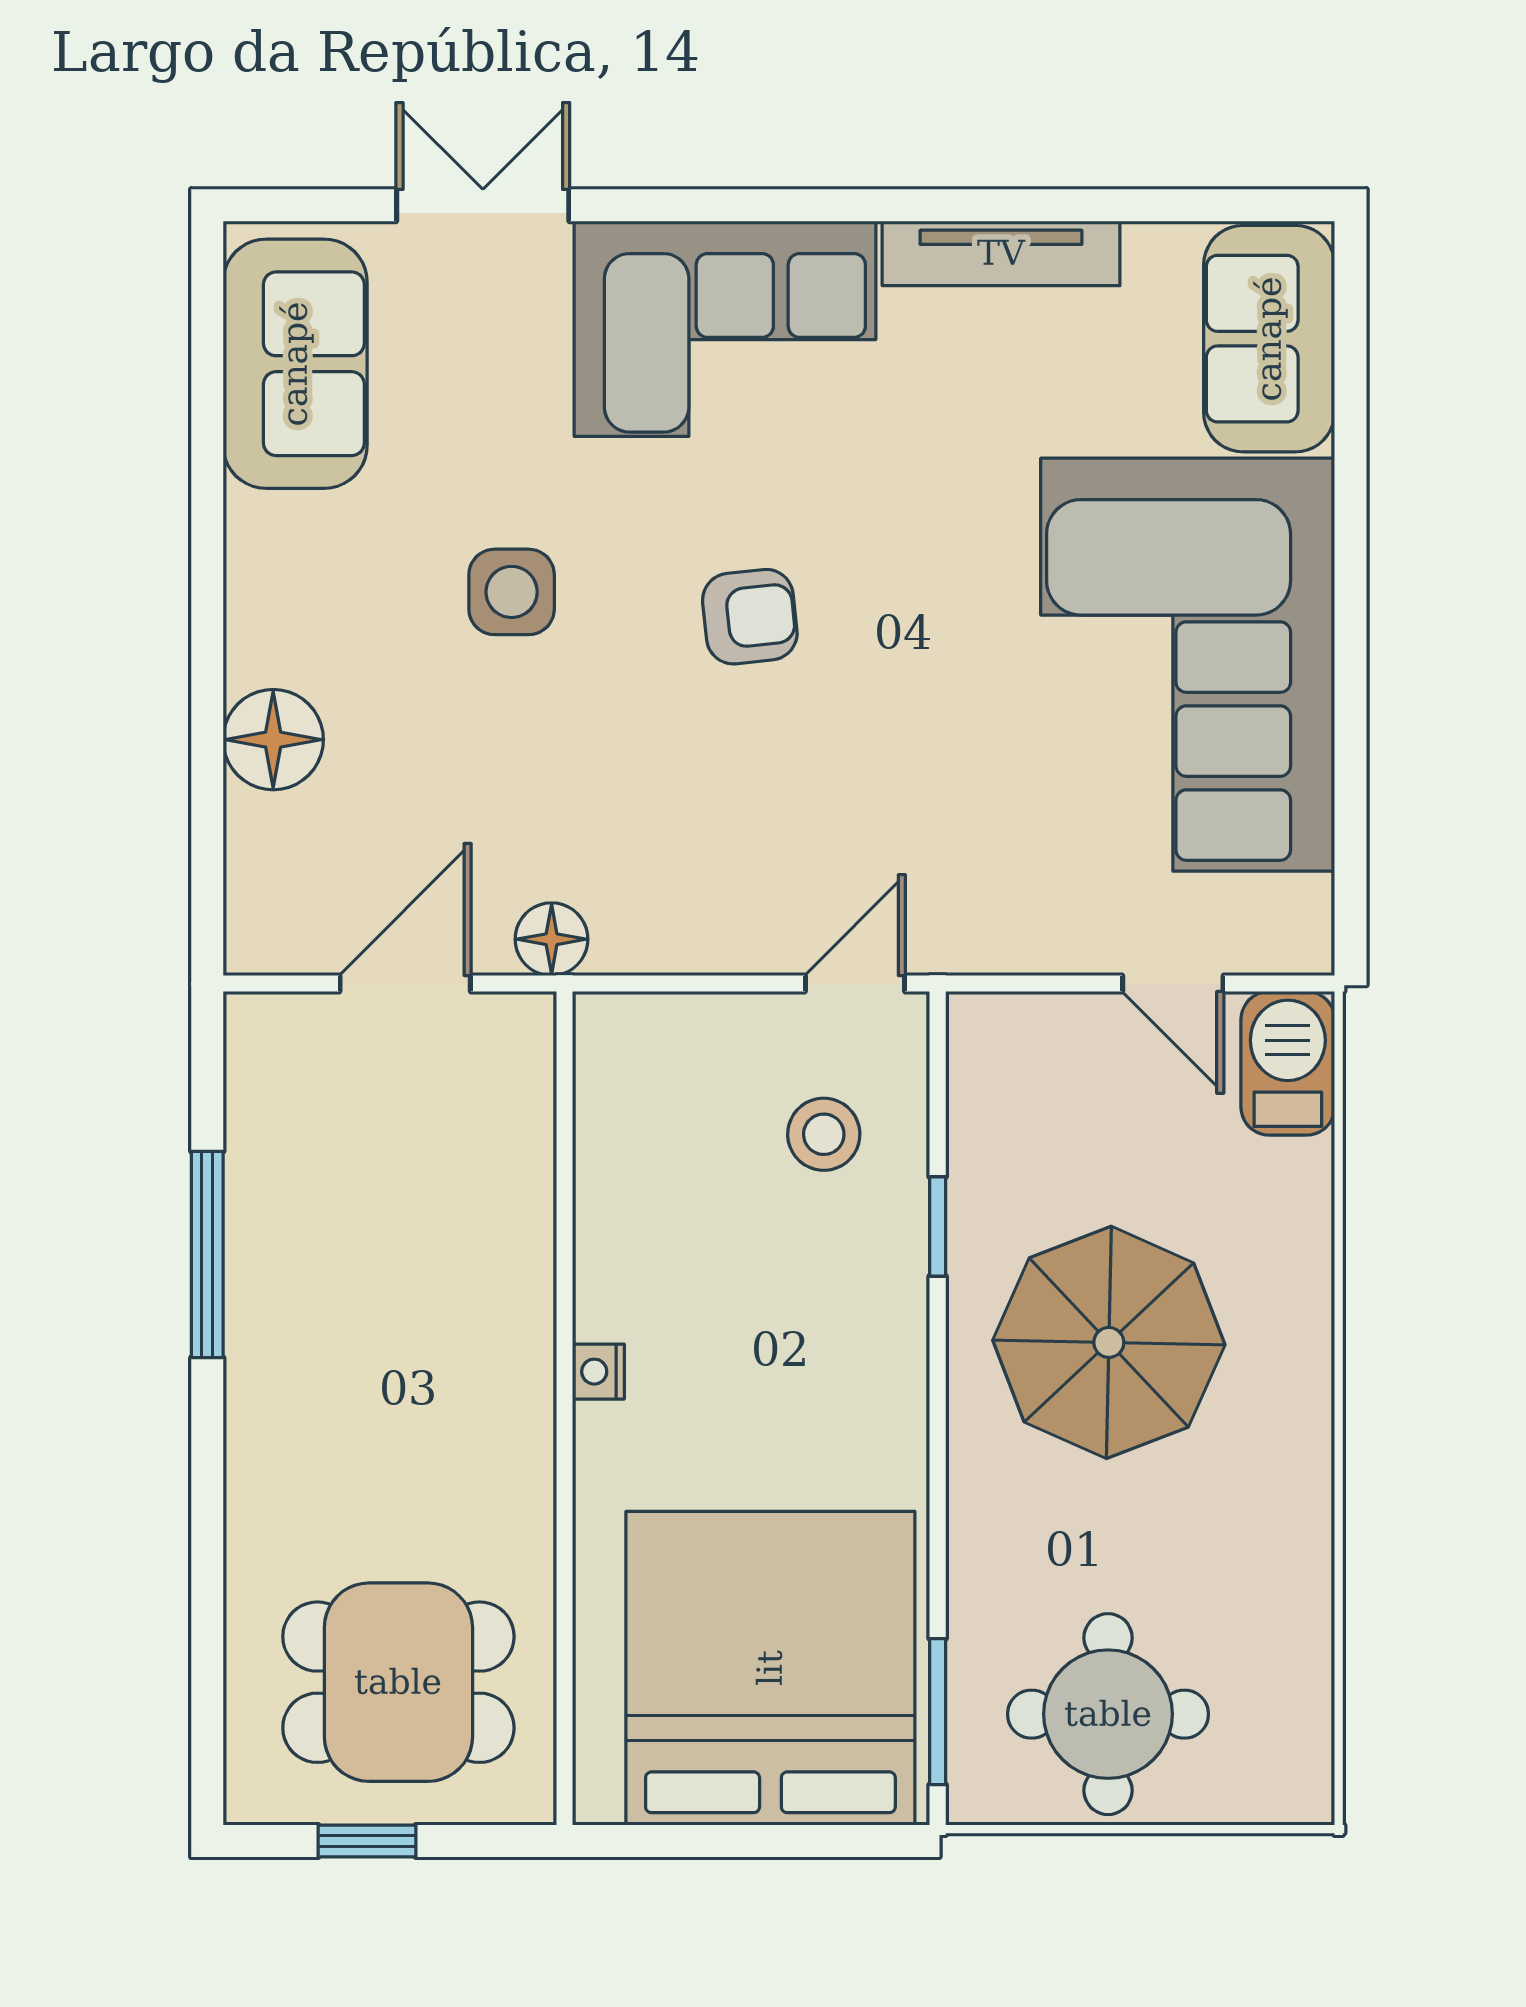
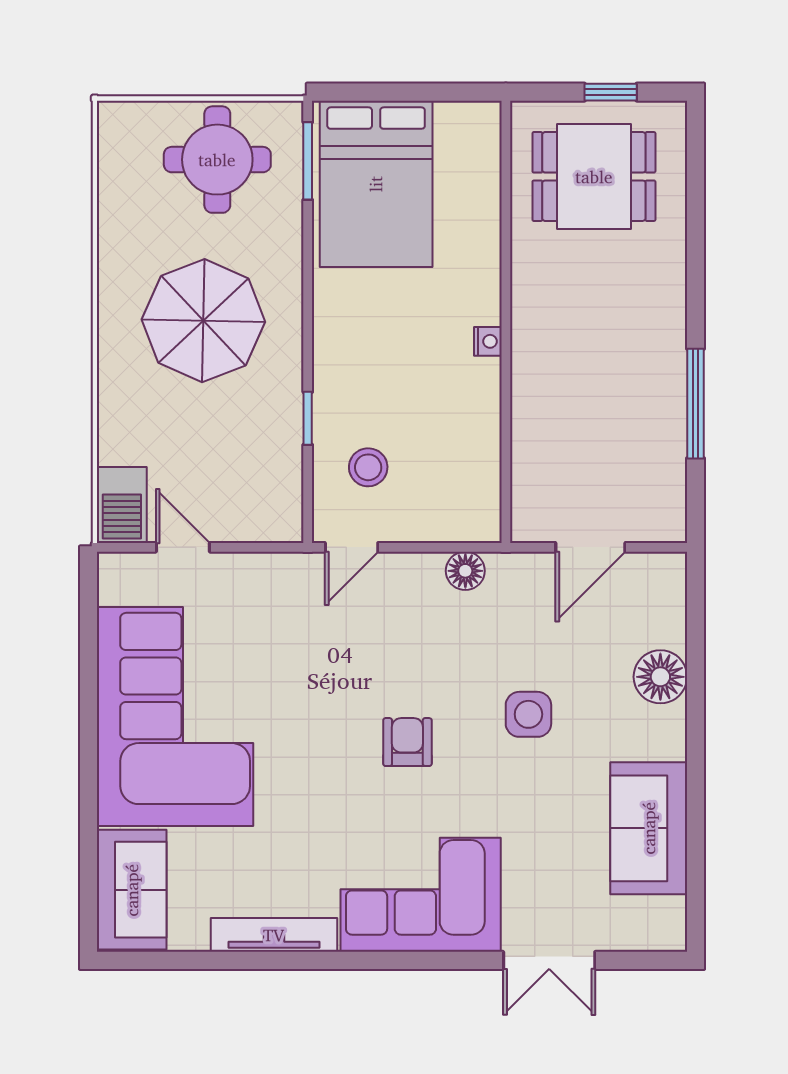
sofa: (295, 364) -> (649, 828), moved
side table: (512, 592) -> (528, 714), moved
armchair: (750, 617) -> (407, 742), turned 96
floor lamp: (552, 939) -> (465, 571), moved
parasol: (1109, 1342) -> (203, 321), moved
bed: (770, 1668) -> (376, 184), width x0.73

